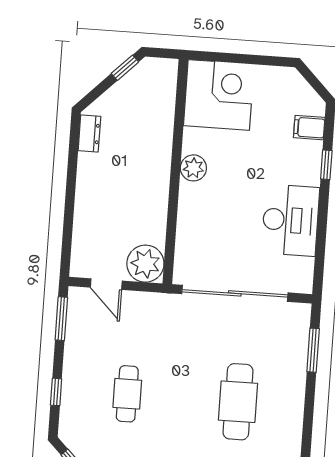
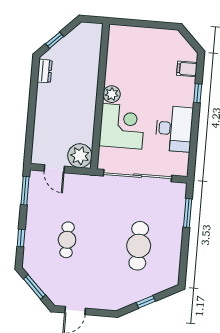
window: (125, 68) -> (55, 40), moved
corner desk: (219, 95) -> (122, 126), moved

